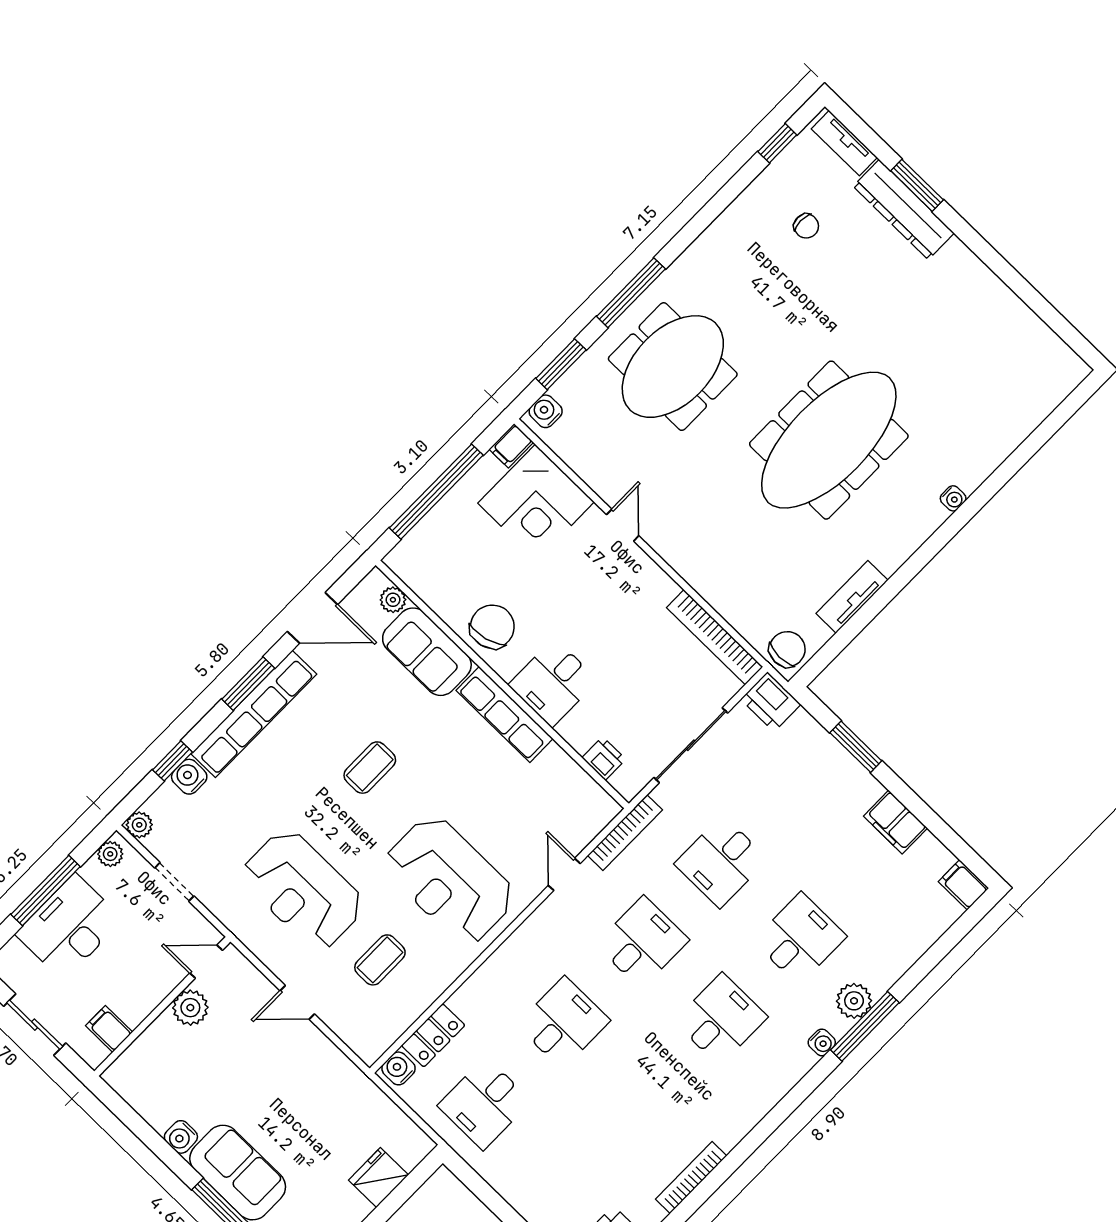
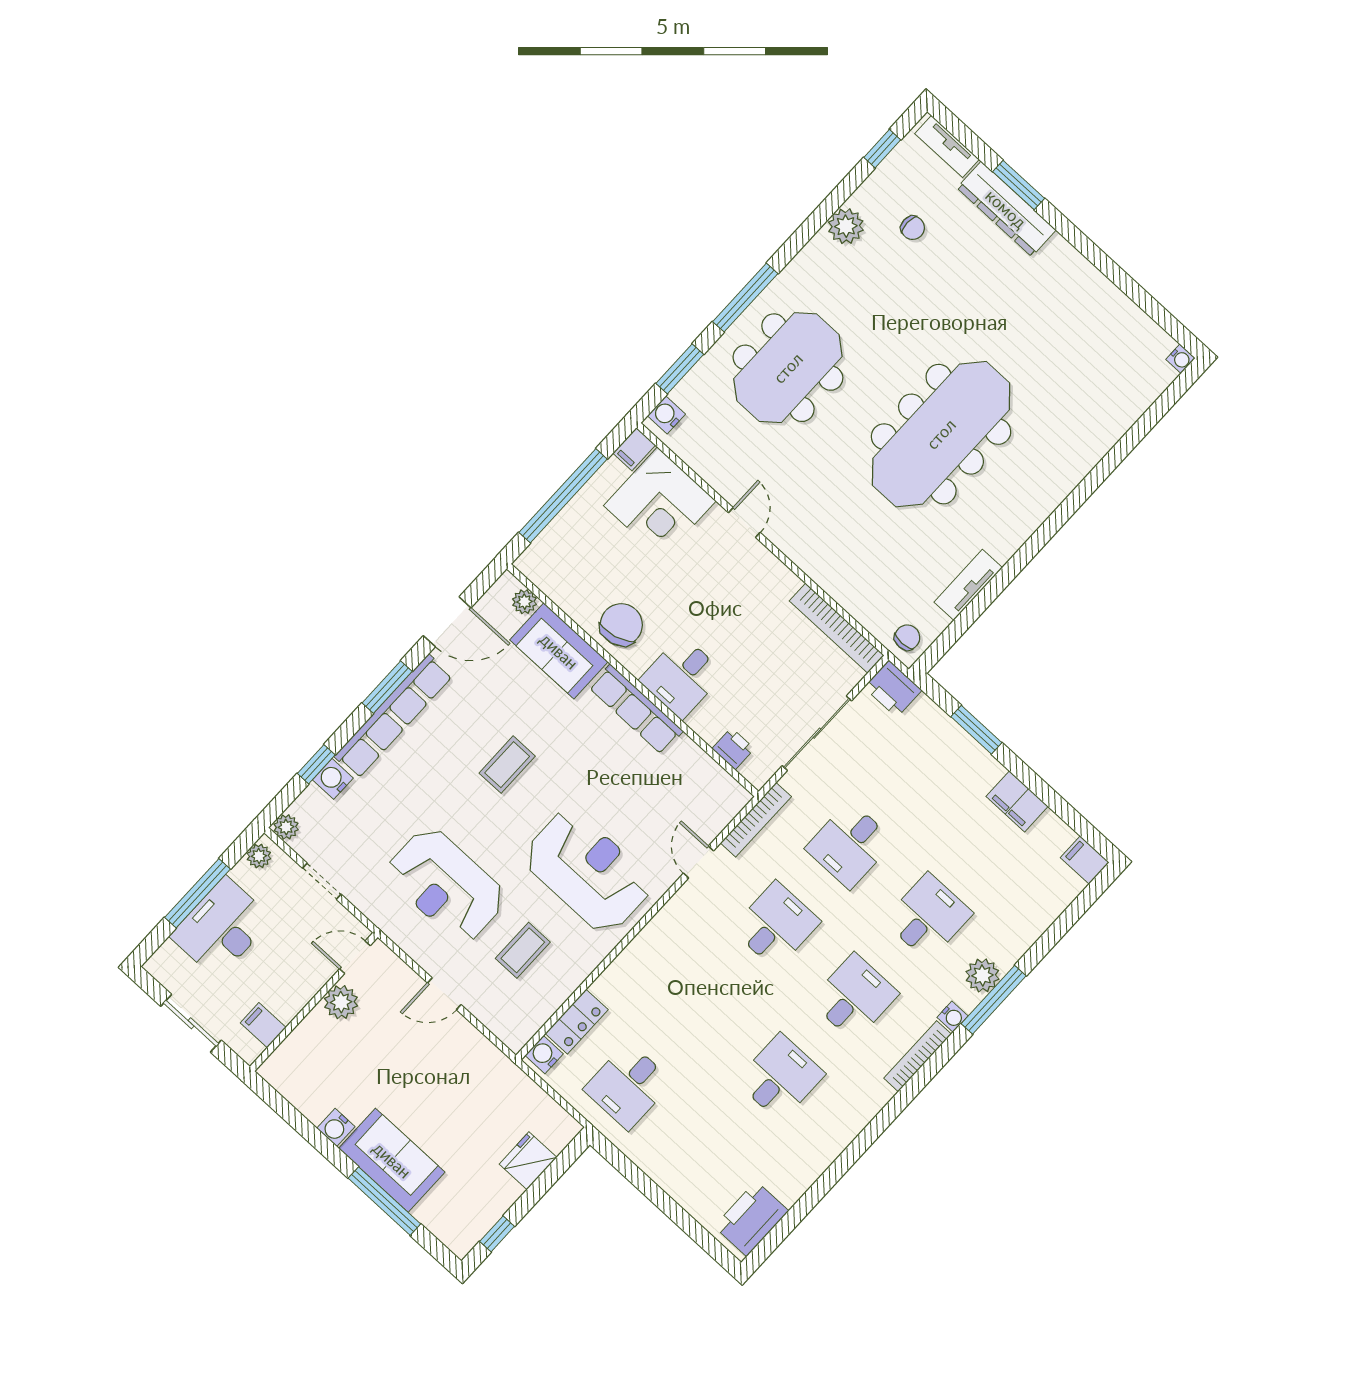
plant: (737, 222) -> (846, 226), added
water cooler: (953, 498) -> (1181, 359), moved
chair: (787, 649) -> (907, 637), width x0.73, depth x0.73
reception desk: (449, 880) -> (588, 871), turned 180
desk: (563, 1023) -> (780, 1078), moved
bookcase: (691, 1177) -> (918, 1056), moved

